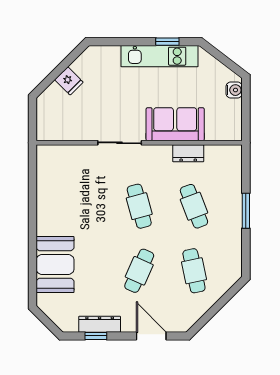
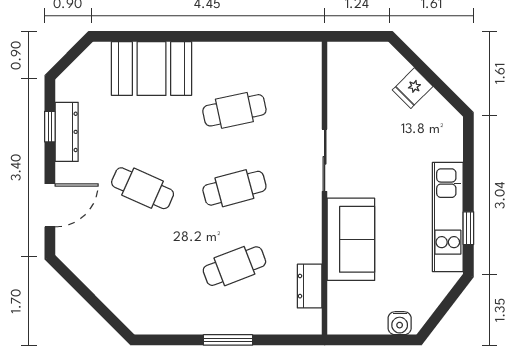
dresser: (188, 153) -> (310, 286), moved
cafe table: (194, 271) -> (234, 110), moved

